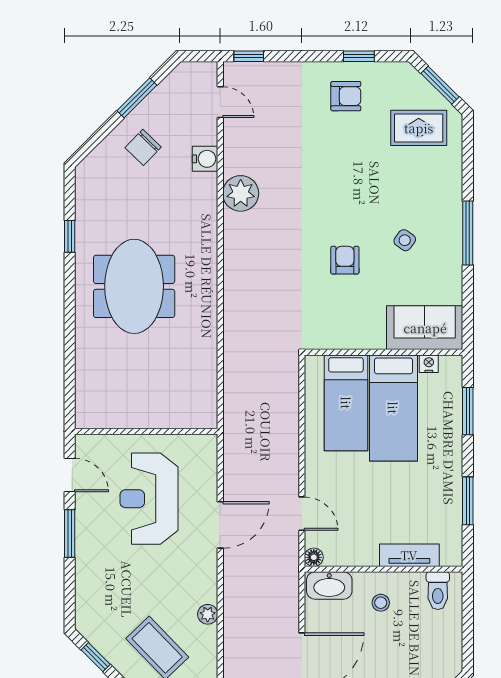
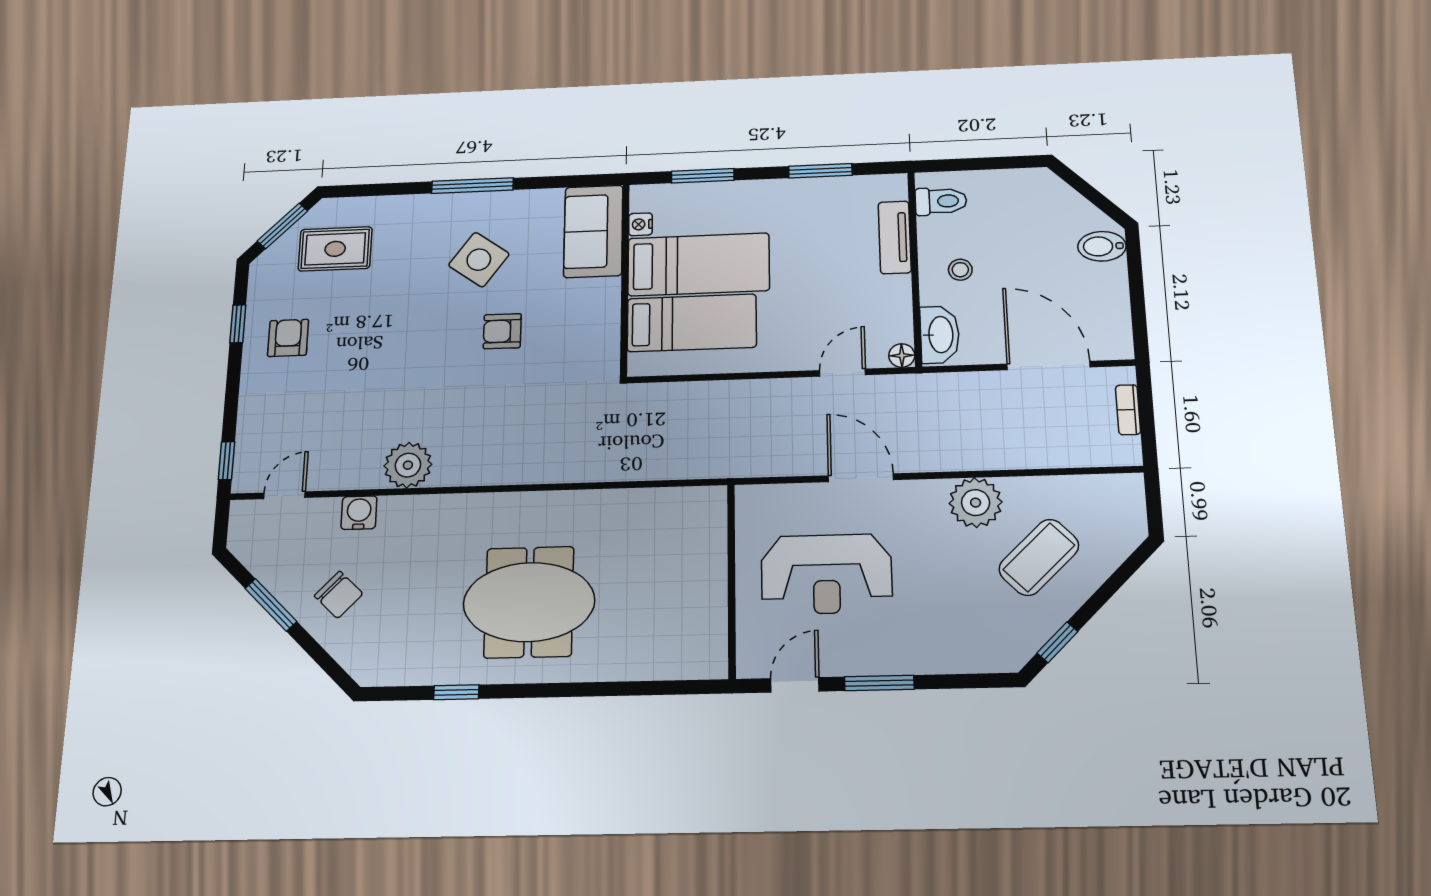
rug: (419, 128) -> (335, 249), turned 90
side table: (405, 240) -> (479, 260), width x1.87, depth x1.87
plant: (208, 614) -> (976, 503), width x1.88, depth x1.88

